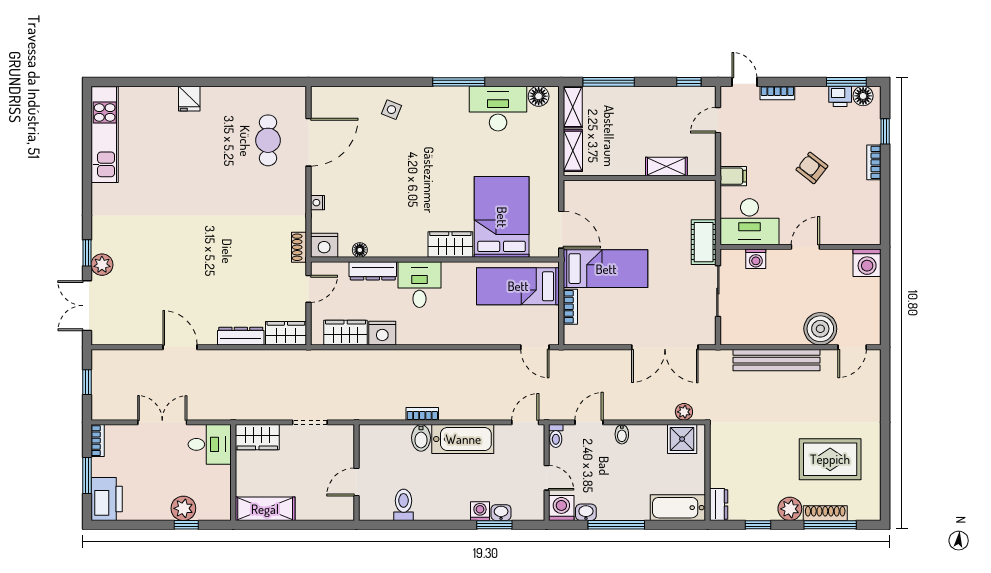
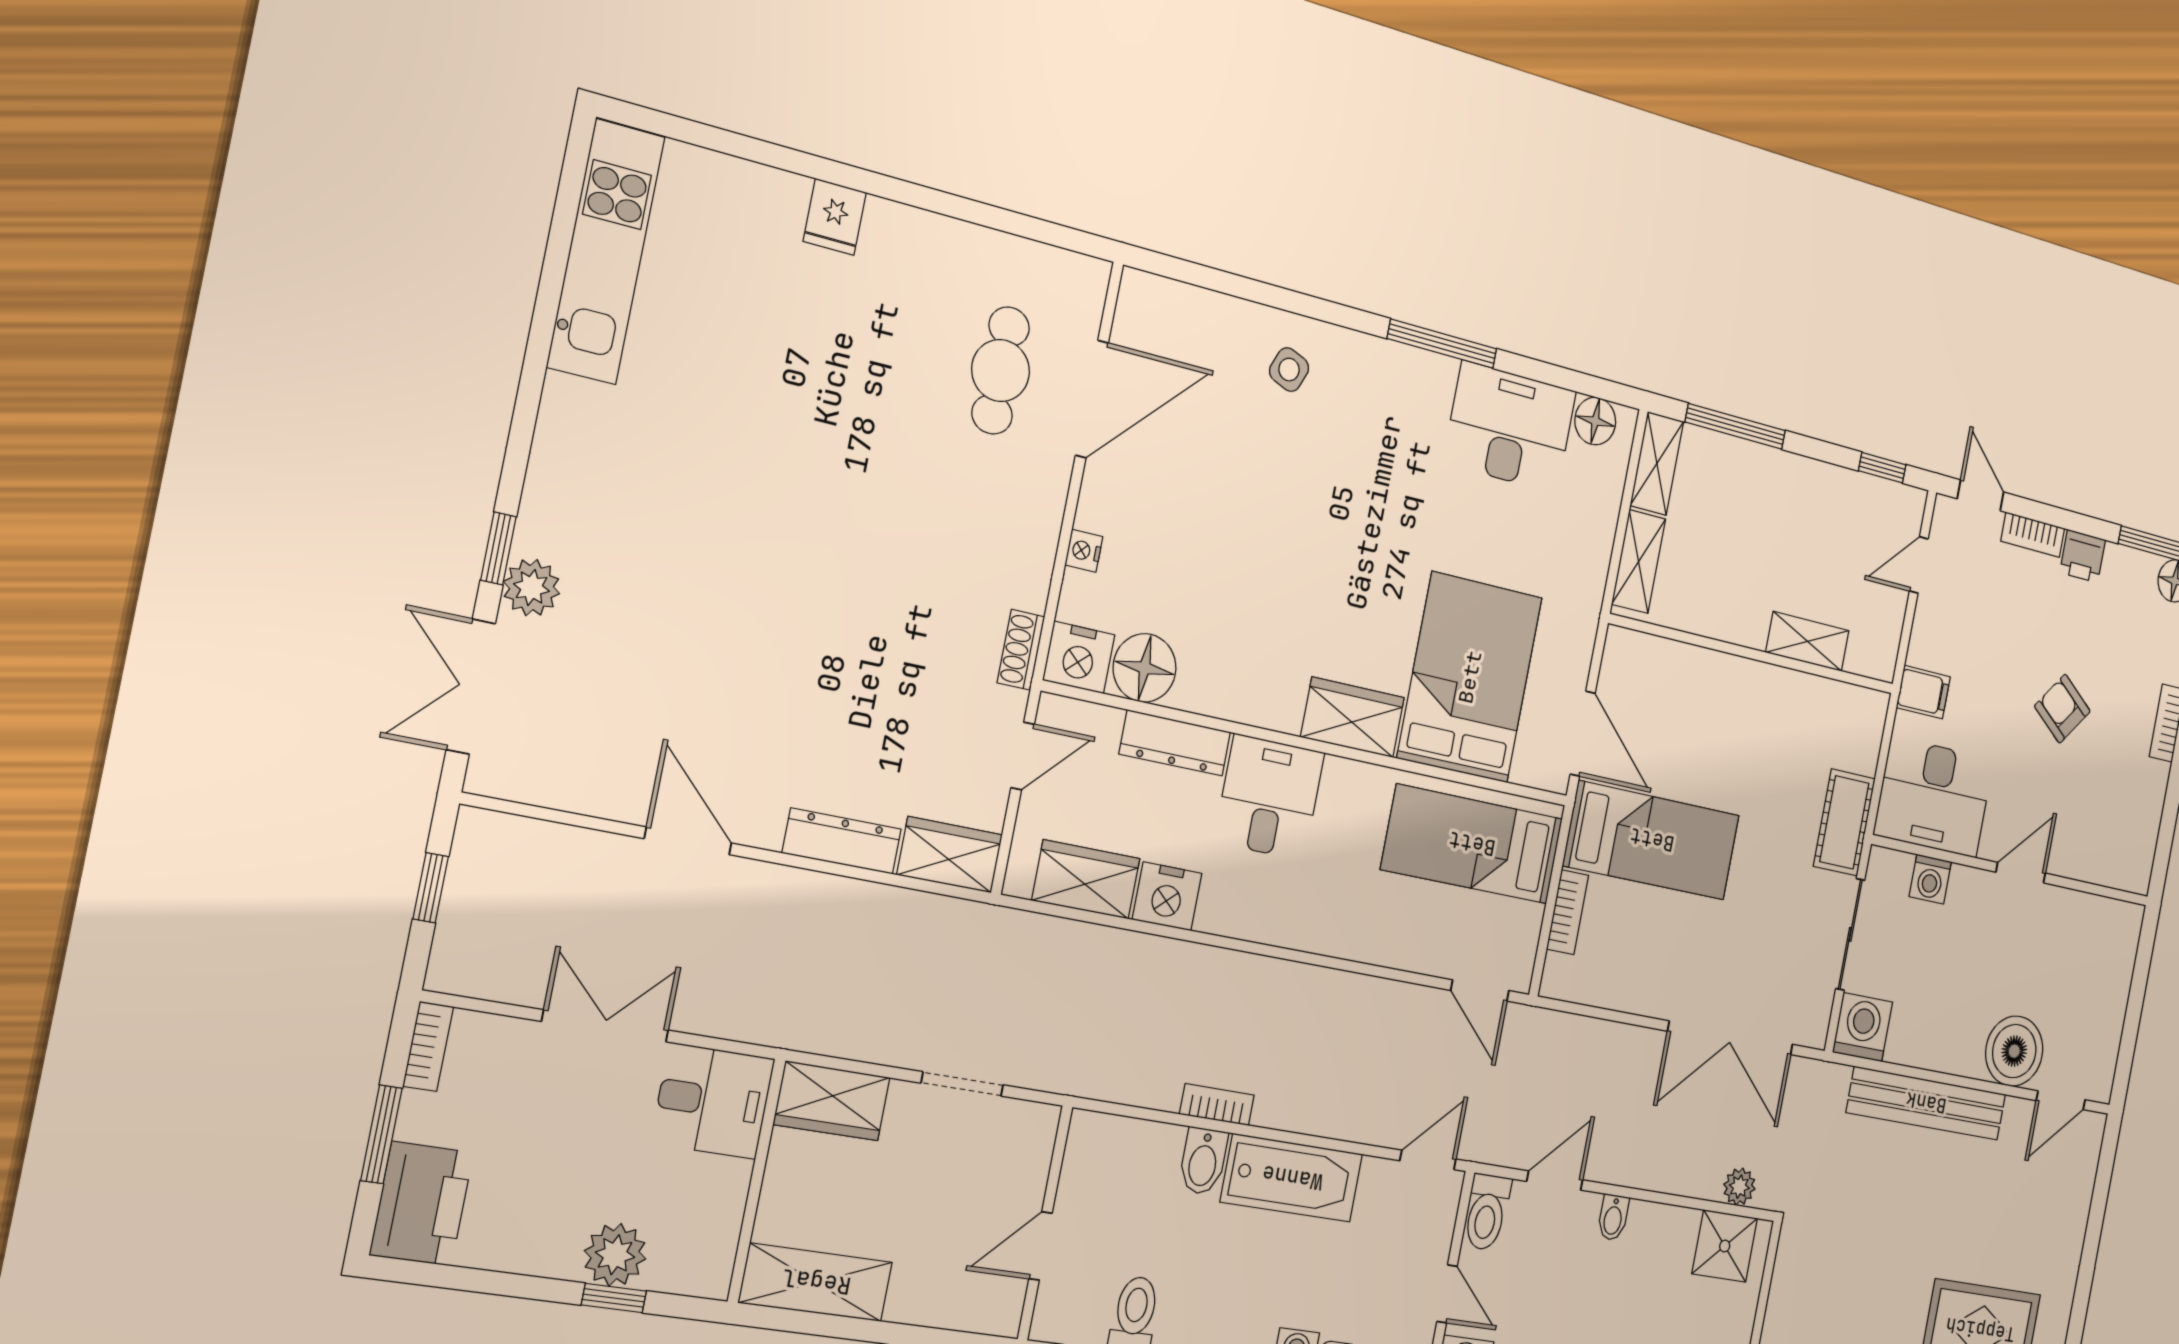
printer: (840, 96) -> (2083, 556), moved
floor lamp: (360, 250) -> (1145, 668), width x1.89, depth x1.89
washing machine: (867, 263) -> (1863, 1027), moved, turned 180
toilet: (556, 436) -> (1487, 1212), width x1.37, depth x1.39

